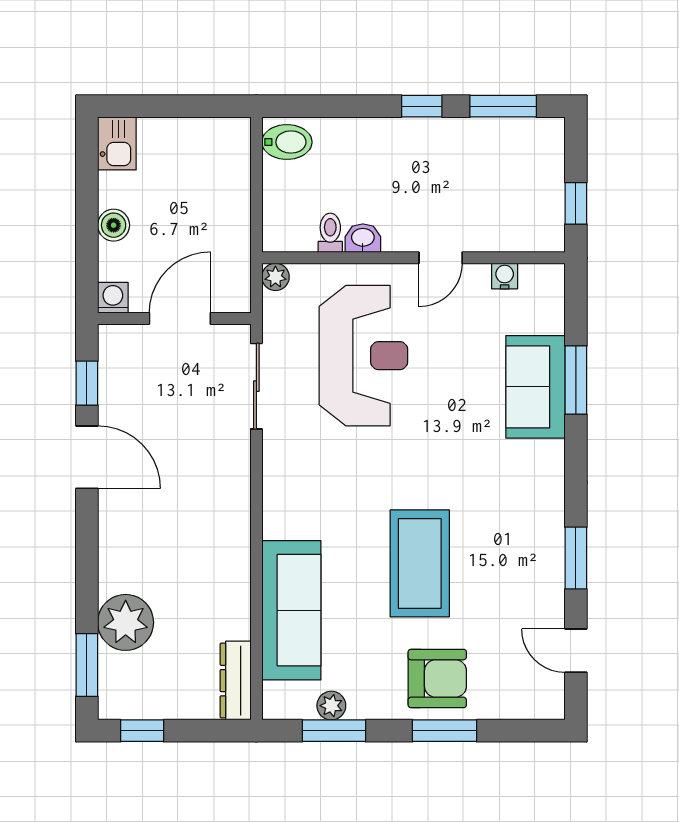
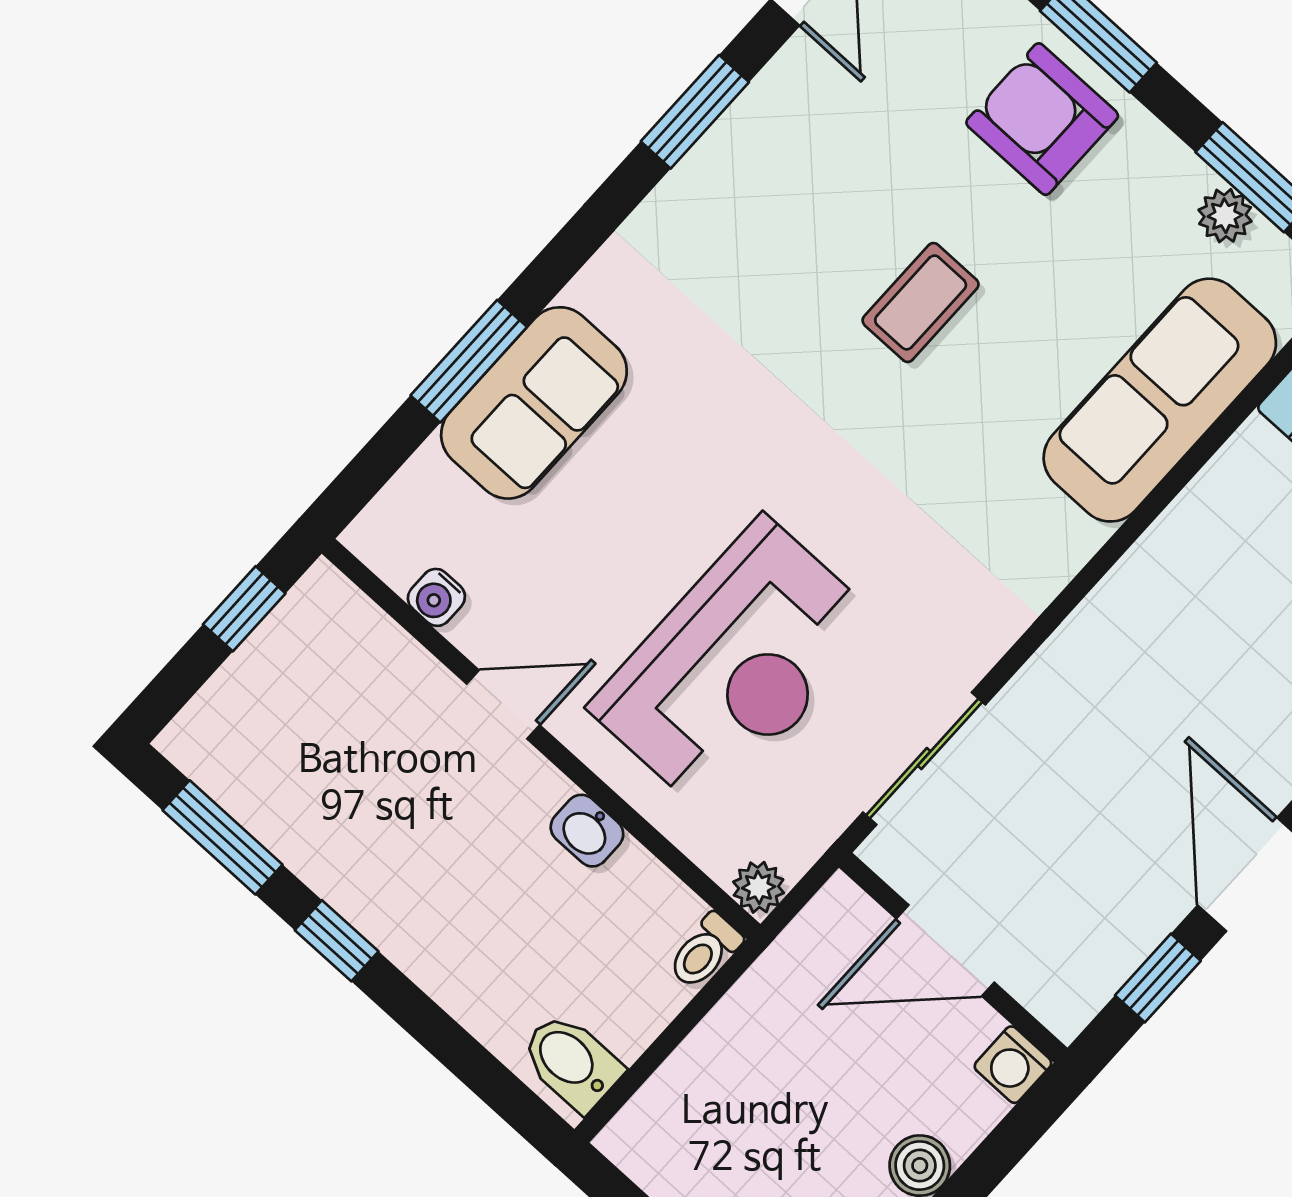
toilet: (330, 233) -> (705, 951), moved
reception desk: (363, 356) -> (735, 665), turned 180
coffee table: (420, 563) -> (921, 302), width x0.54, depth x0.58

